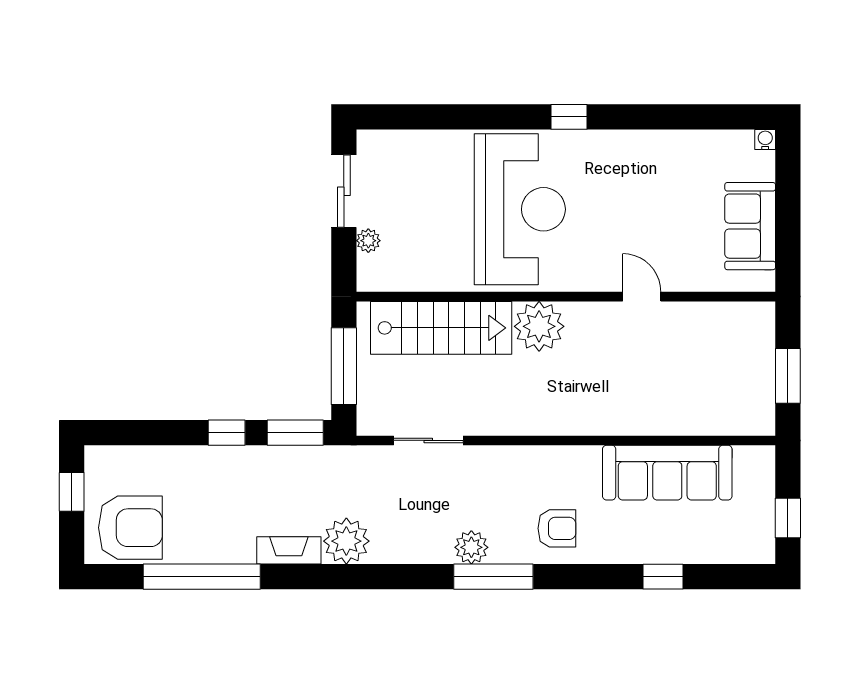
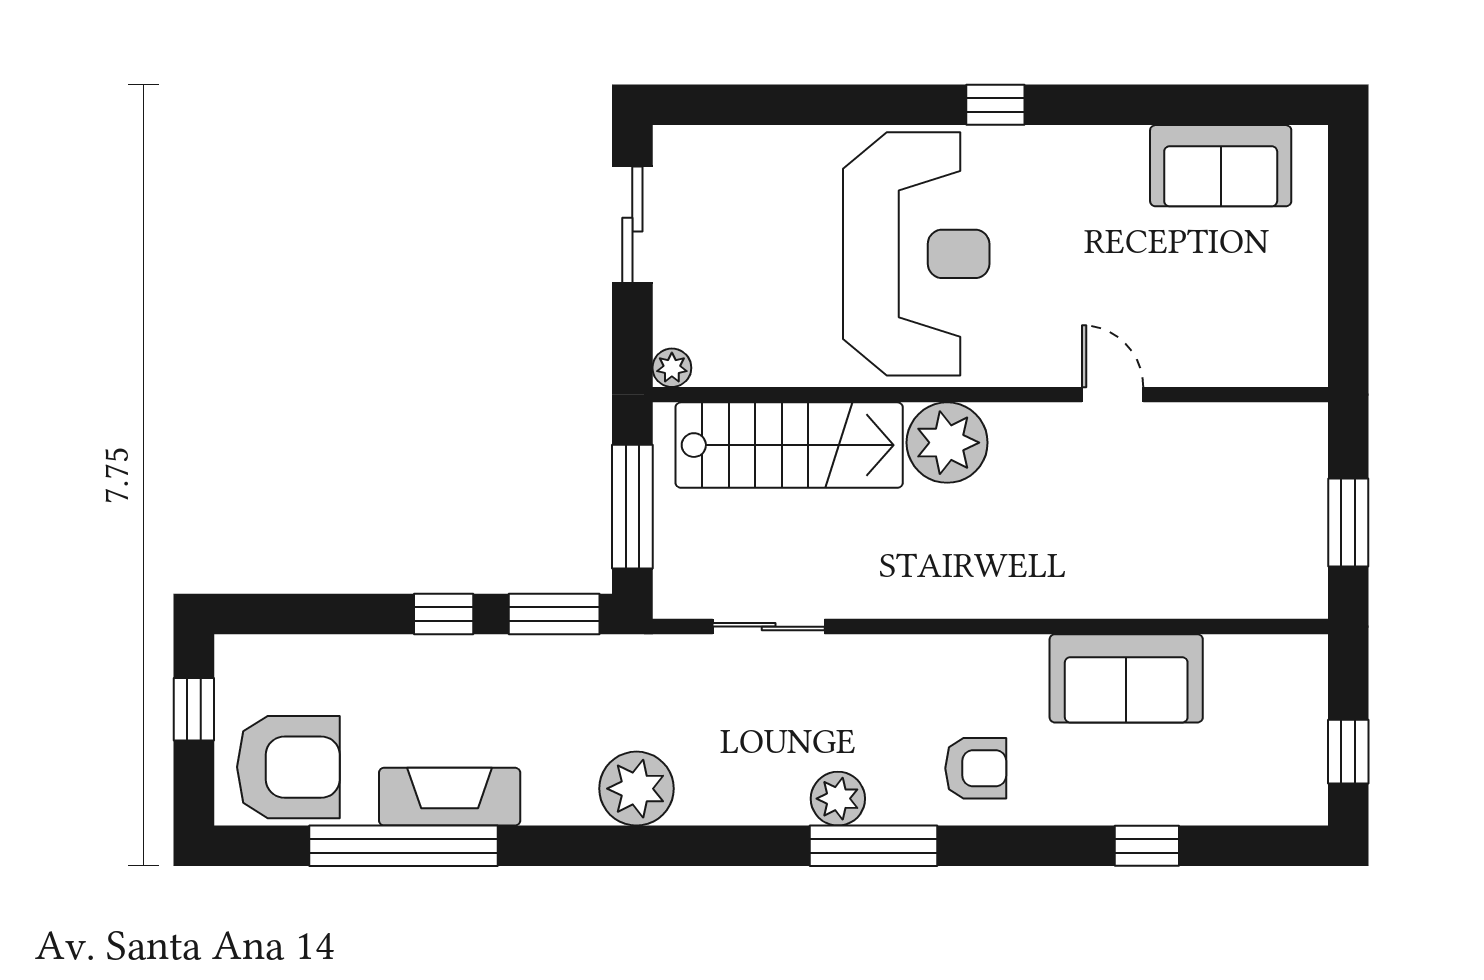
water cooler: (765, 140) -> (1312, 141), removed
sofa: (750, 226) -> (1221, 166), moved, turned -90
plant: (368, 241) -> (672, 368), moved
sofa: (667, 473) -> (1126, 678), width x0.73
fireplace: (289, 550) -> (450, 797), moved, width x1.37, depth x1.32

